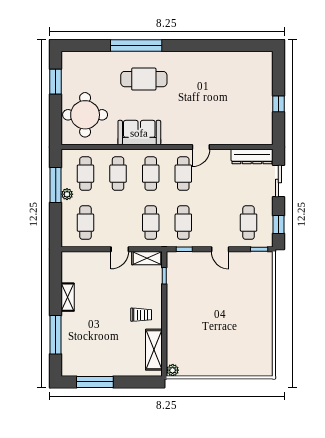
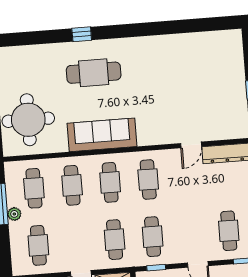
window: (136, 45) -> (82, 34), width x0.32
sofa: (139, 133) -> (102, 135), width x1.36
door: (201, 147) -> (191, 145), moved

